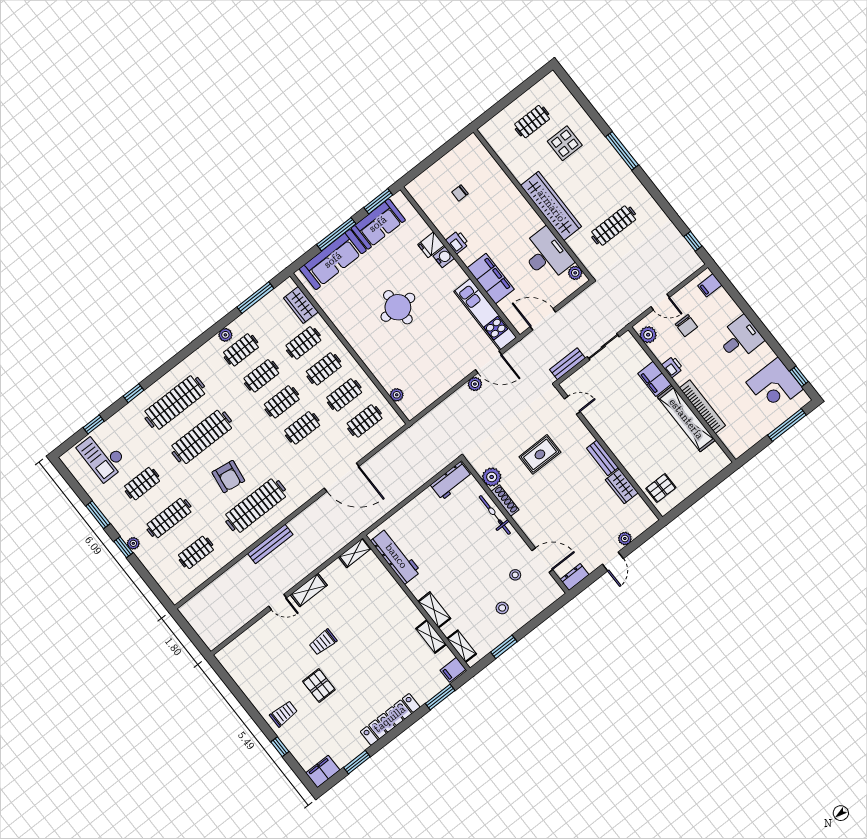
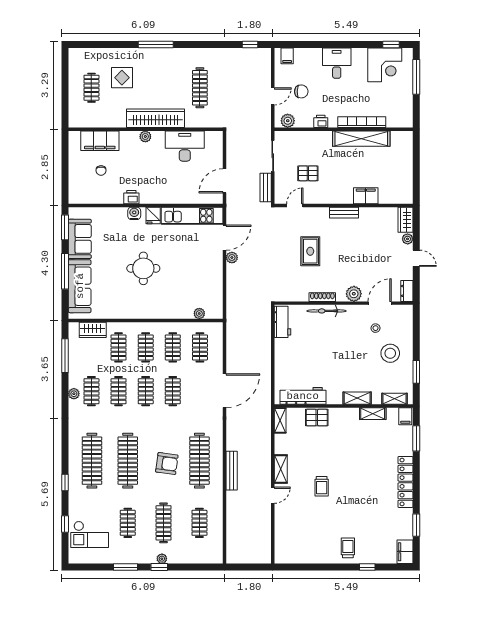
fridge: (431, 245) -> (153, 215), moved
plant: (575, 273) -> (145, 137), moved
filing cabinet: (491, 279) -> (100, 141), moved, turned 180
filing cabinet: (655, 379) -> (366, 196), moved, turned 180
plant: (492, 477) -> (354, 294), moved
wardrobe: (622, 486) -> (406, 220), moved, turned 90
pallet: (661, 488) -> (308, 173), moved, turned 90
stool: (502, 608) -> (390, 353), width x1.89, depth x1.89
pallet: (319, 686) -> (317, 418), moved

